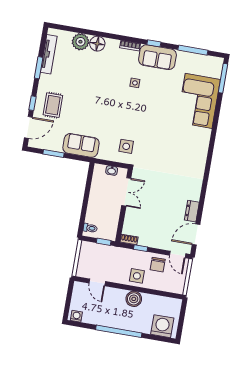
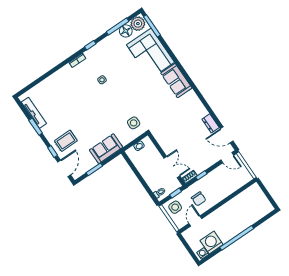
plant: (80, 42) -> (138, 24), moved
floor lamp: (97, 44) -> (126, 31), moved
sofa: (157, 57) -> (176, 81), moved, turned 90
rug: (53, 105) -> (66, 141), turned 90
double door: (126, 192) -> (172, 167), moved
door: (196, 235) -> (227, 135), hinge flipped
chair: (158, 265) -> (199, 199), moved
side table: (137, 276) -> (175, 207), moved
door: (97, 282) -> (195, 221), swing flipped
boiler: (134, 299) -> (227, 210), removed
washing machine: (162, 326) -> (212, 242), moved

